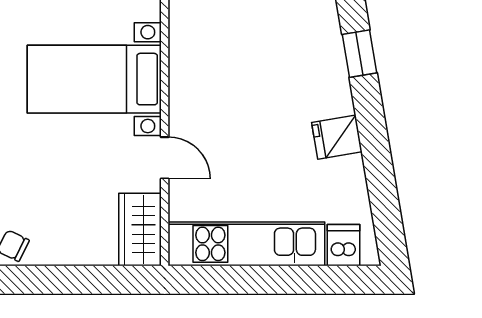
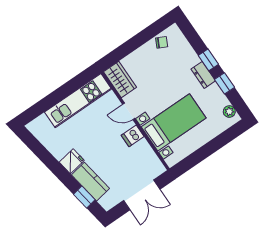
kitchen counter: (328, 75) -> (90, 182), added
dishwasher: (344, 245) -> (133, 136), moved, turned 90

